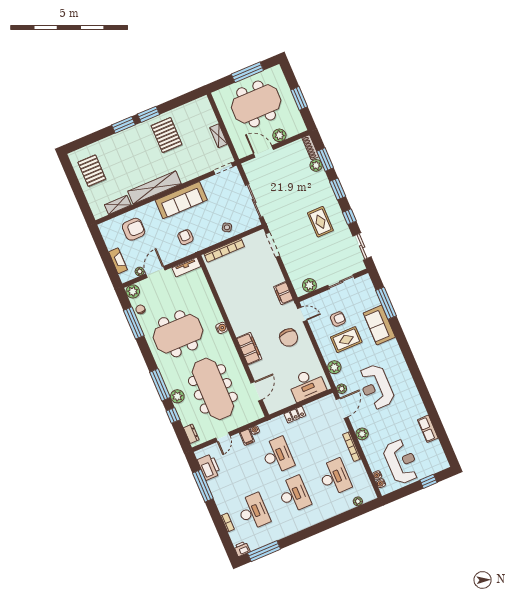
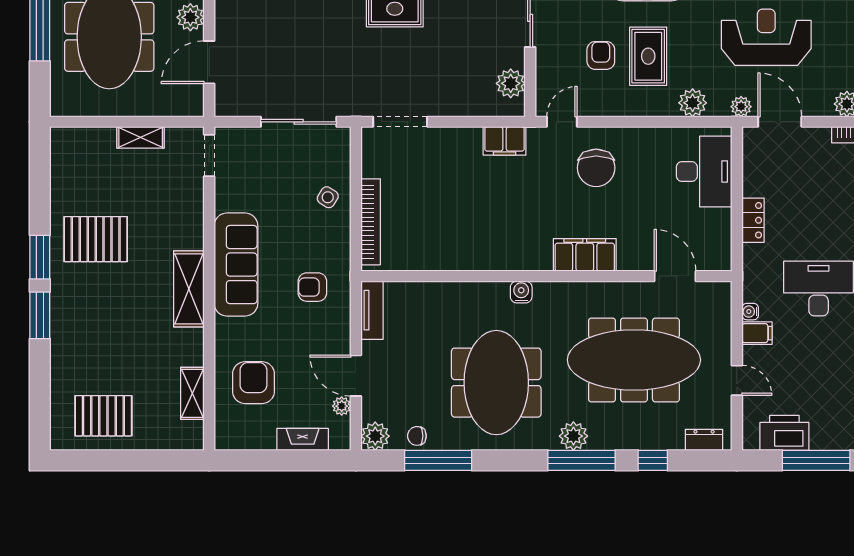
shelving: (154, 188) -> (189, 289), width x0.68
chair: (289, 338) -> (596, 168), turned 90
reception desk: (376, 387) -> (766, 37), turned 180
plant: (177, 396) -> (573, 436), moved

